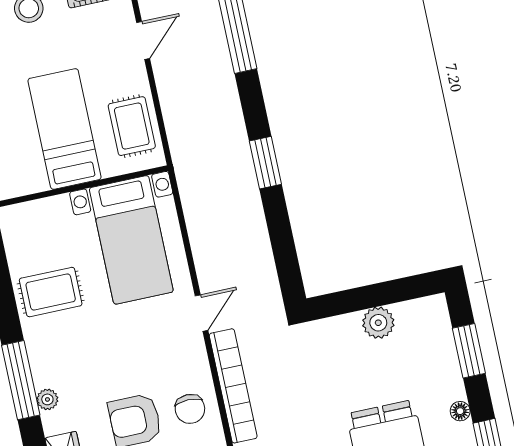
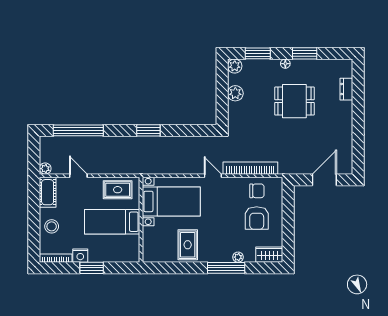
plant: (433, 310) -> (235, 66), added

